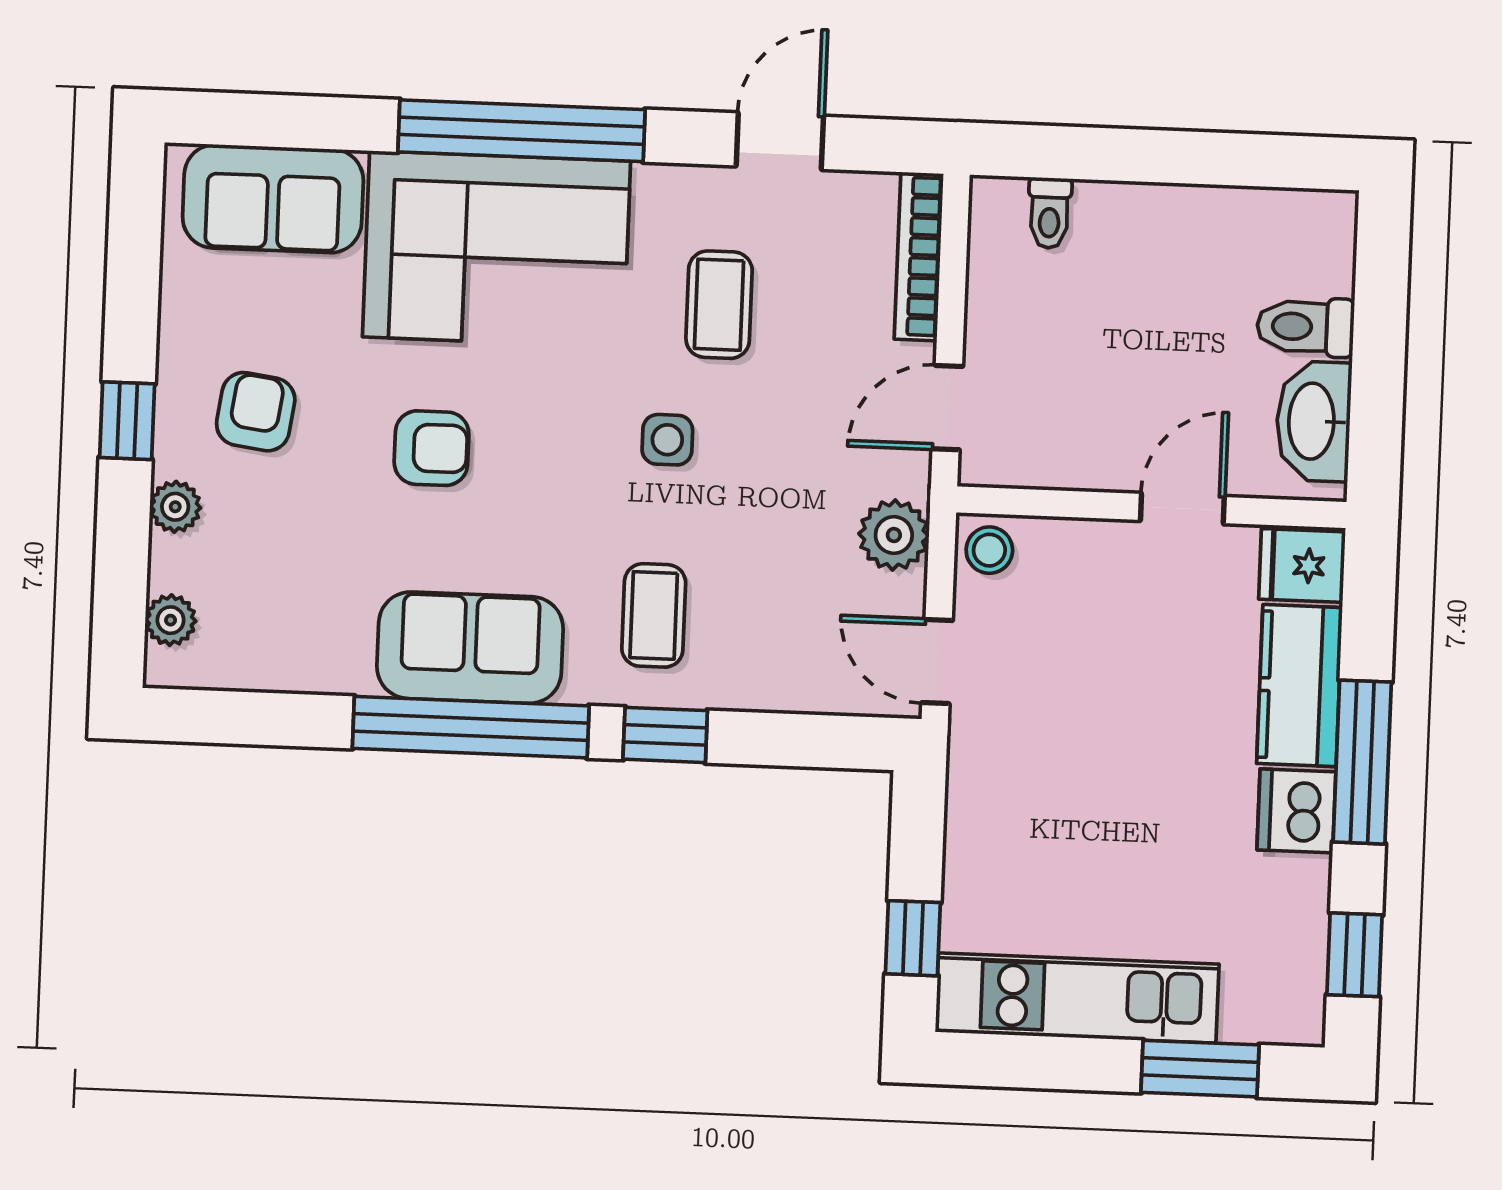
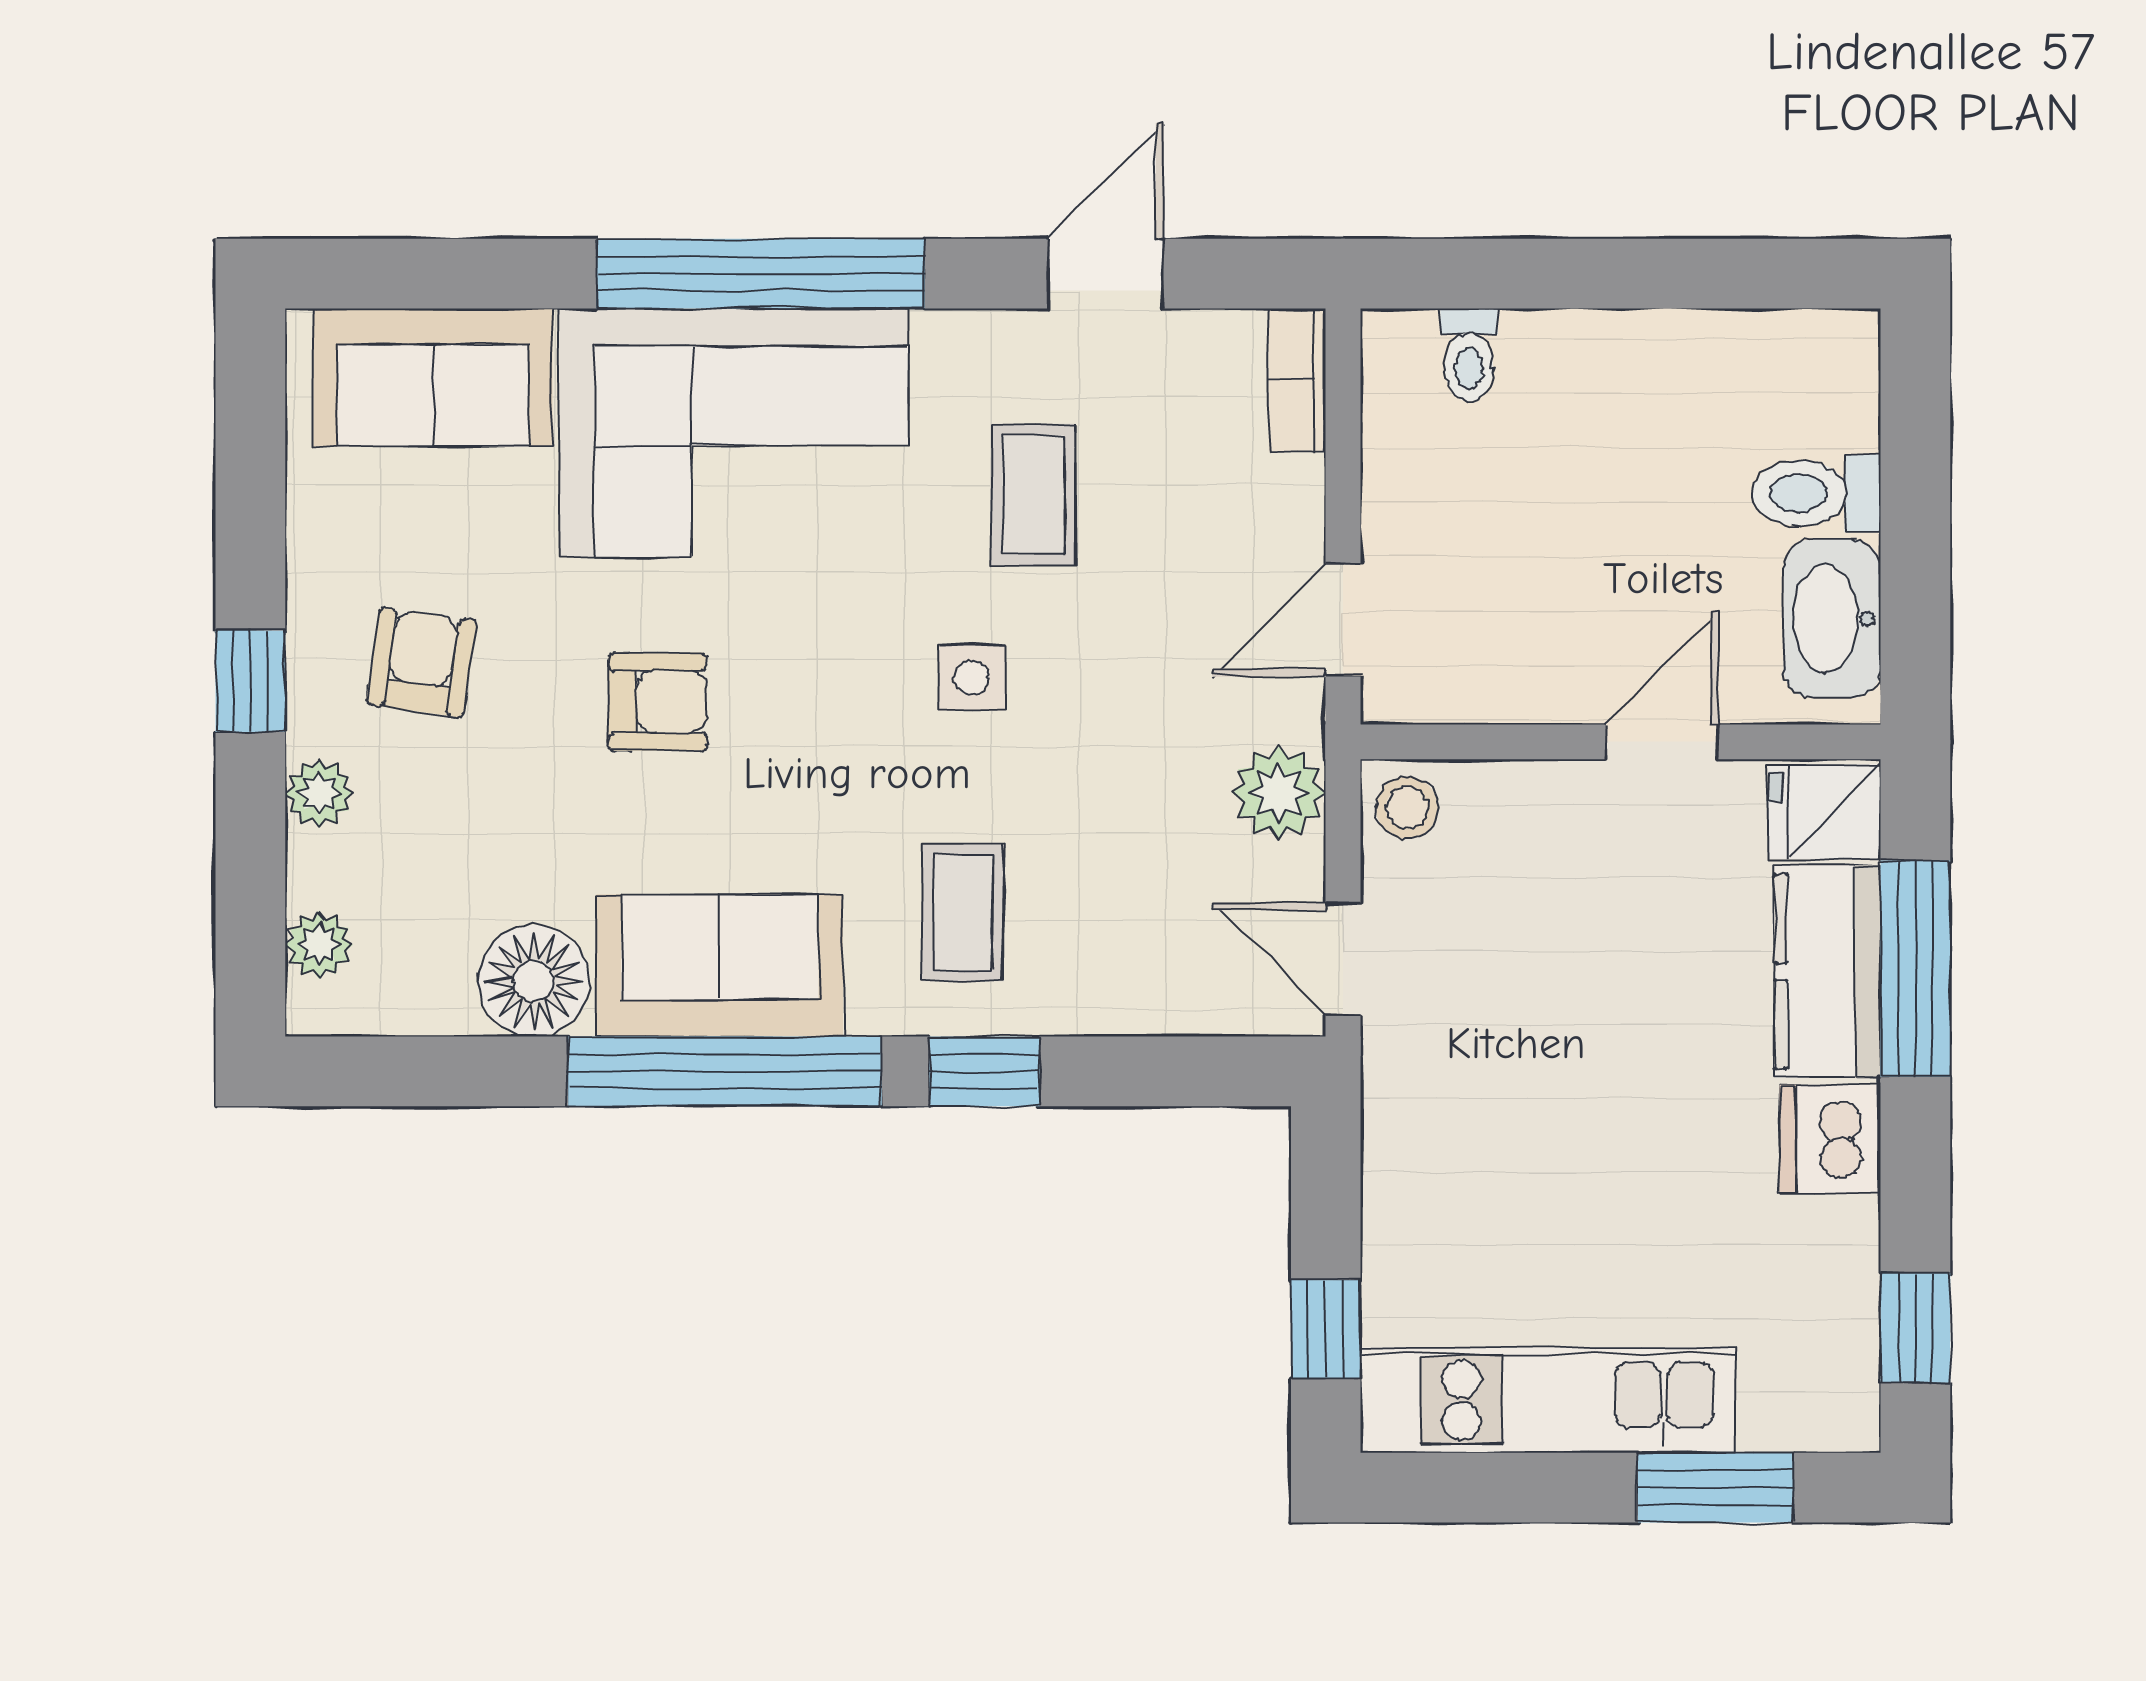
bookcase: (919, 256) -> (1297, 380), width x0.64
floor lamp: (330, 653) -> (534, 981), added
window: (1362, 762) -> (1915, 969), moved

